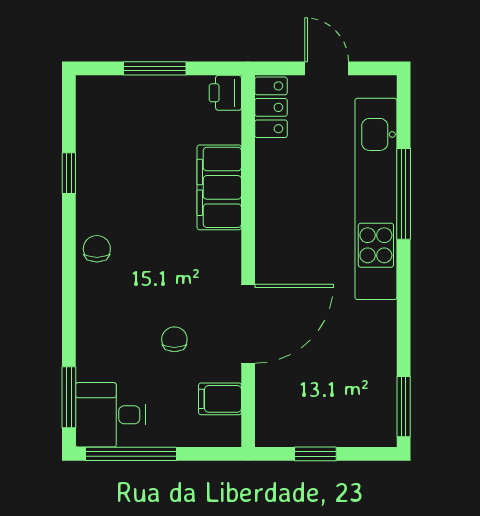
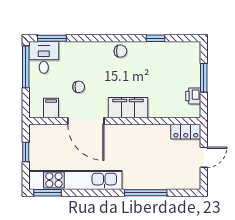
printer: (225, 93) -> (193, 96), moved, turned -90
filing cabinet: (219, 187) -> (128, 108), moved
kitchen unit: (376, 199) -> (75, 180), moved

